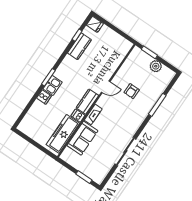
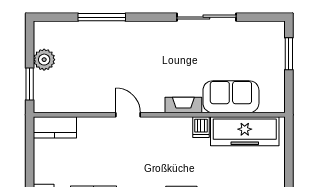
armchair: (132, 91) -> (108, 70), removed
kitchen counter: (87, 102) -> (55, 127), moved

